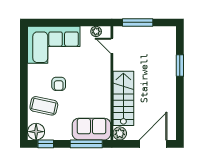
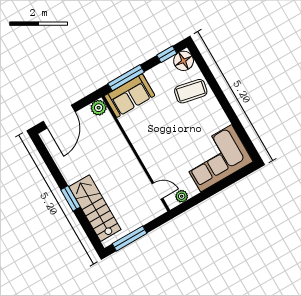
window: (138, 22) -> (130, 238), moved
window: (180, 65) -> (70, 198), moved
armchair: (59, 84) -> (189, 122), removed
stairs: (123, 98) -> (95, 208), moved, turned 180

